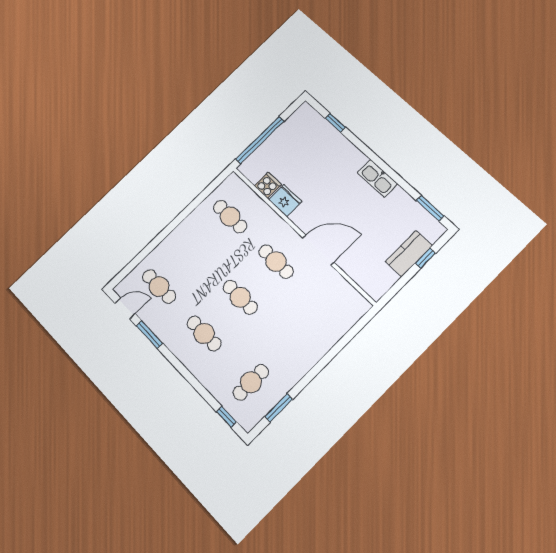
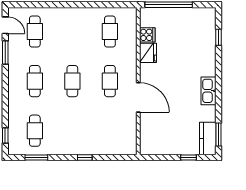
kitchen counter: (409, 254) -> (208, 138), moved, turned -90
window: (326, 360) -> (85, 158), added
cafe table: (251, 382) -> (35, 131), turned 90

